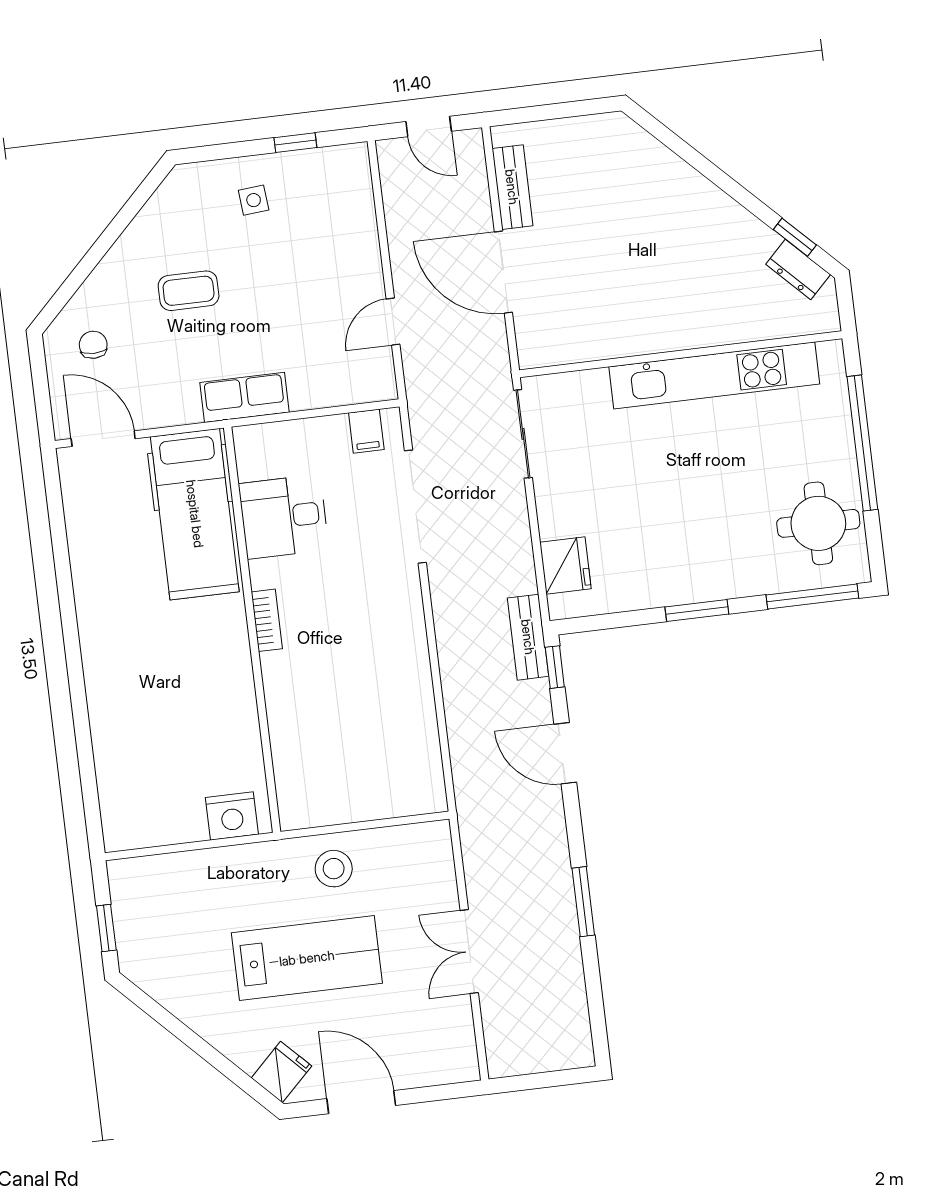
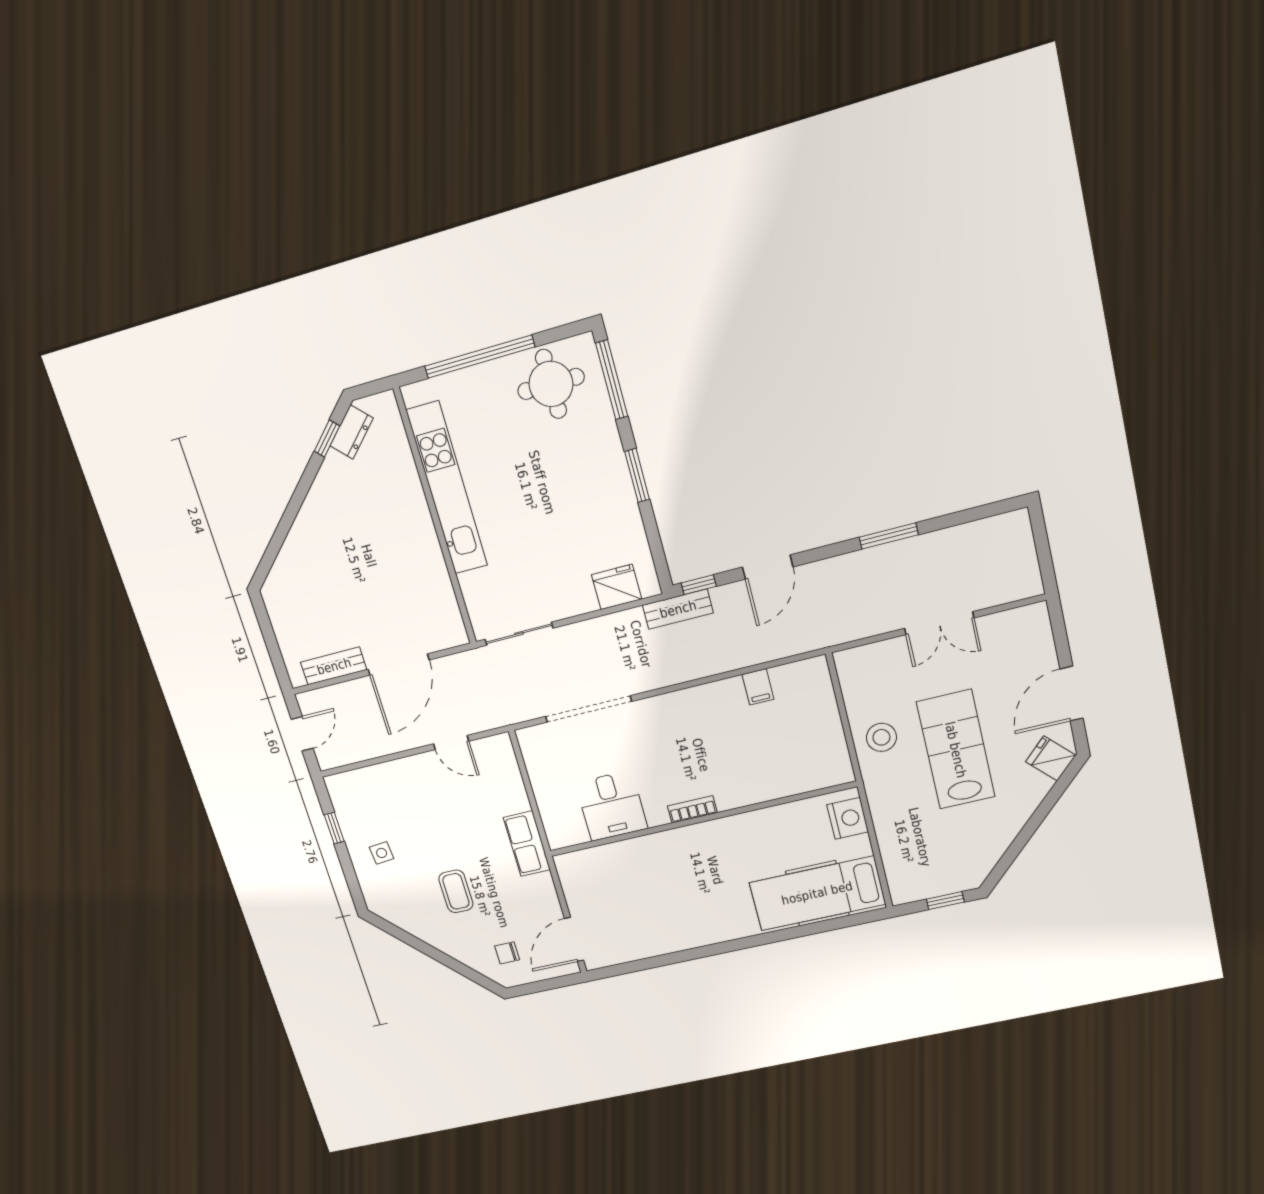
filing cabinet: (366, 431) -> (758, 687), moved, turned 90
hospital bed: (195, 514) -> (817, 893), moved, turned 180

